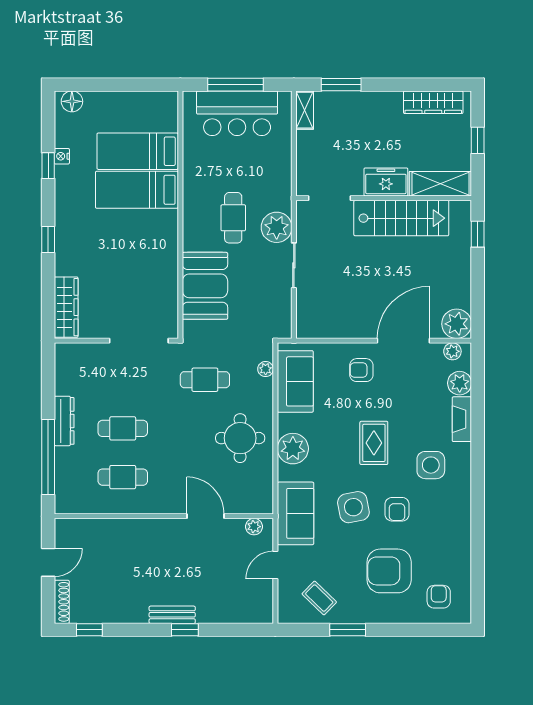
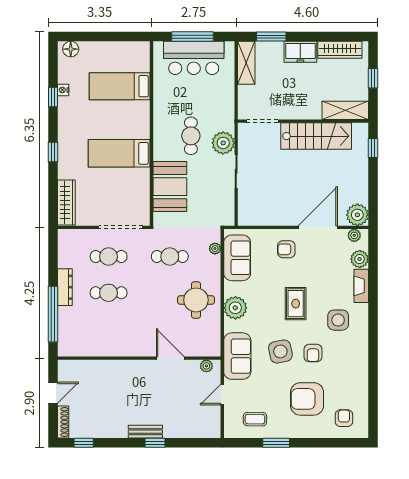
shelving: (305, 110) -> (246, 63), width x1.50, depth x1.33
freezer: (386, 182) -> (300, 52), moved, turned 180
bed: (137, 190) -> (119, 153), moved
cafe table: (123, 477) -> (109, 257), moved
coffee table: (319, 598) -> (255, 419), turned -43

